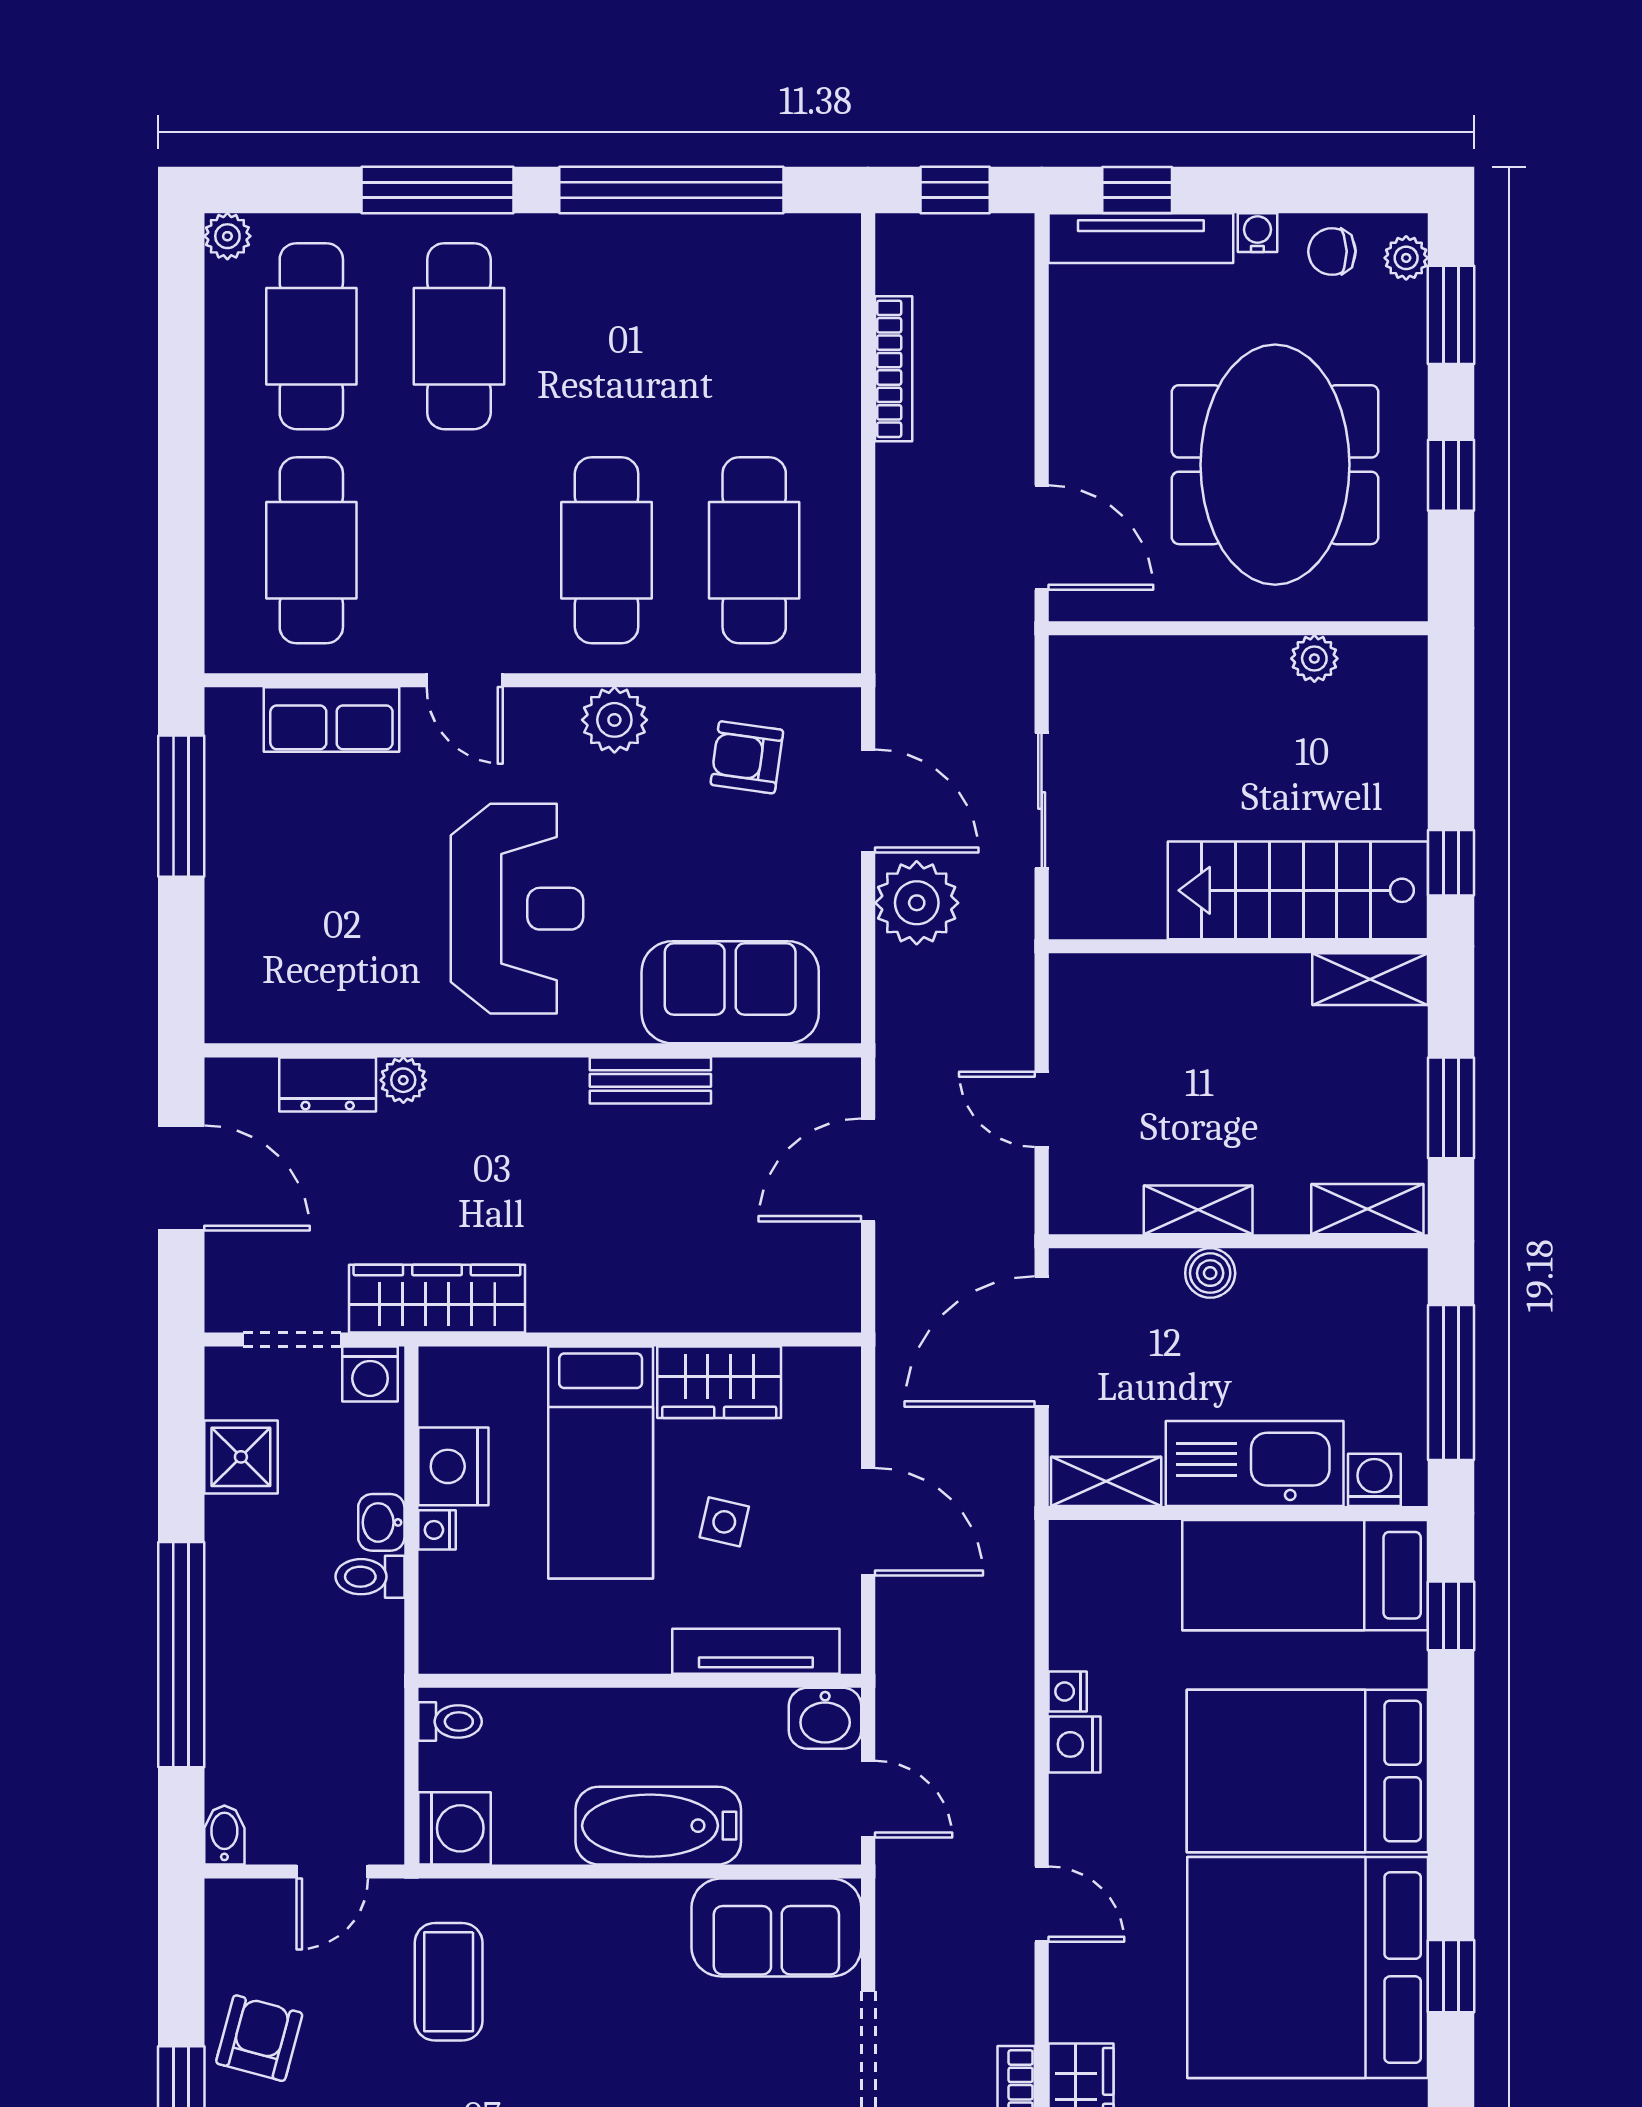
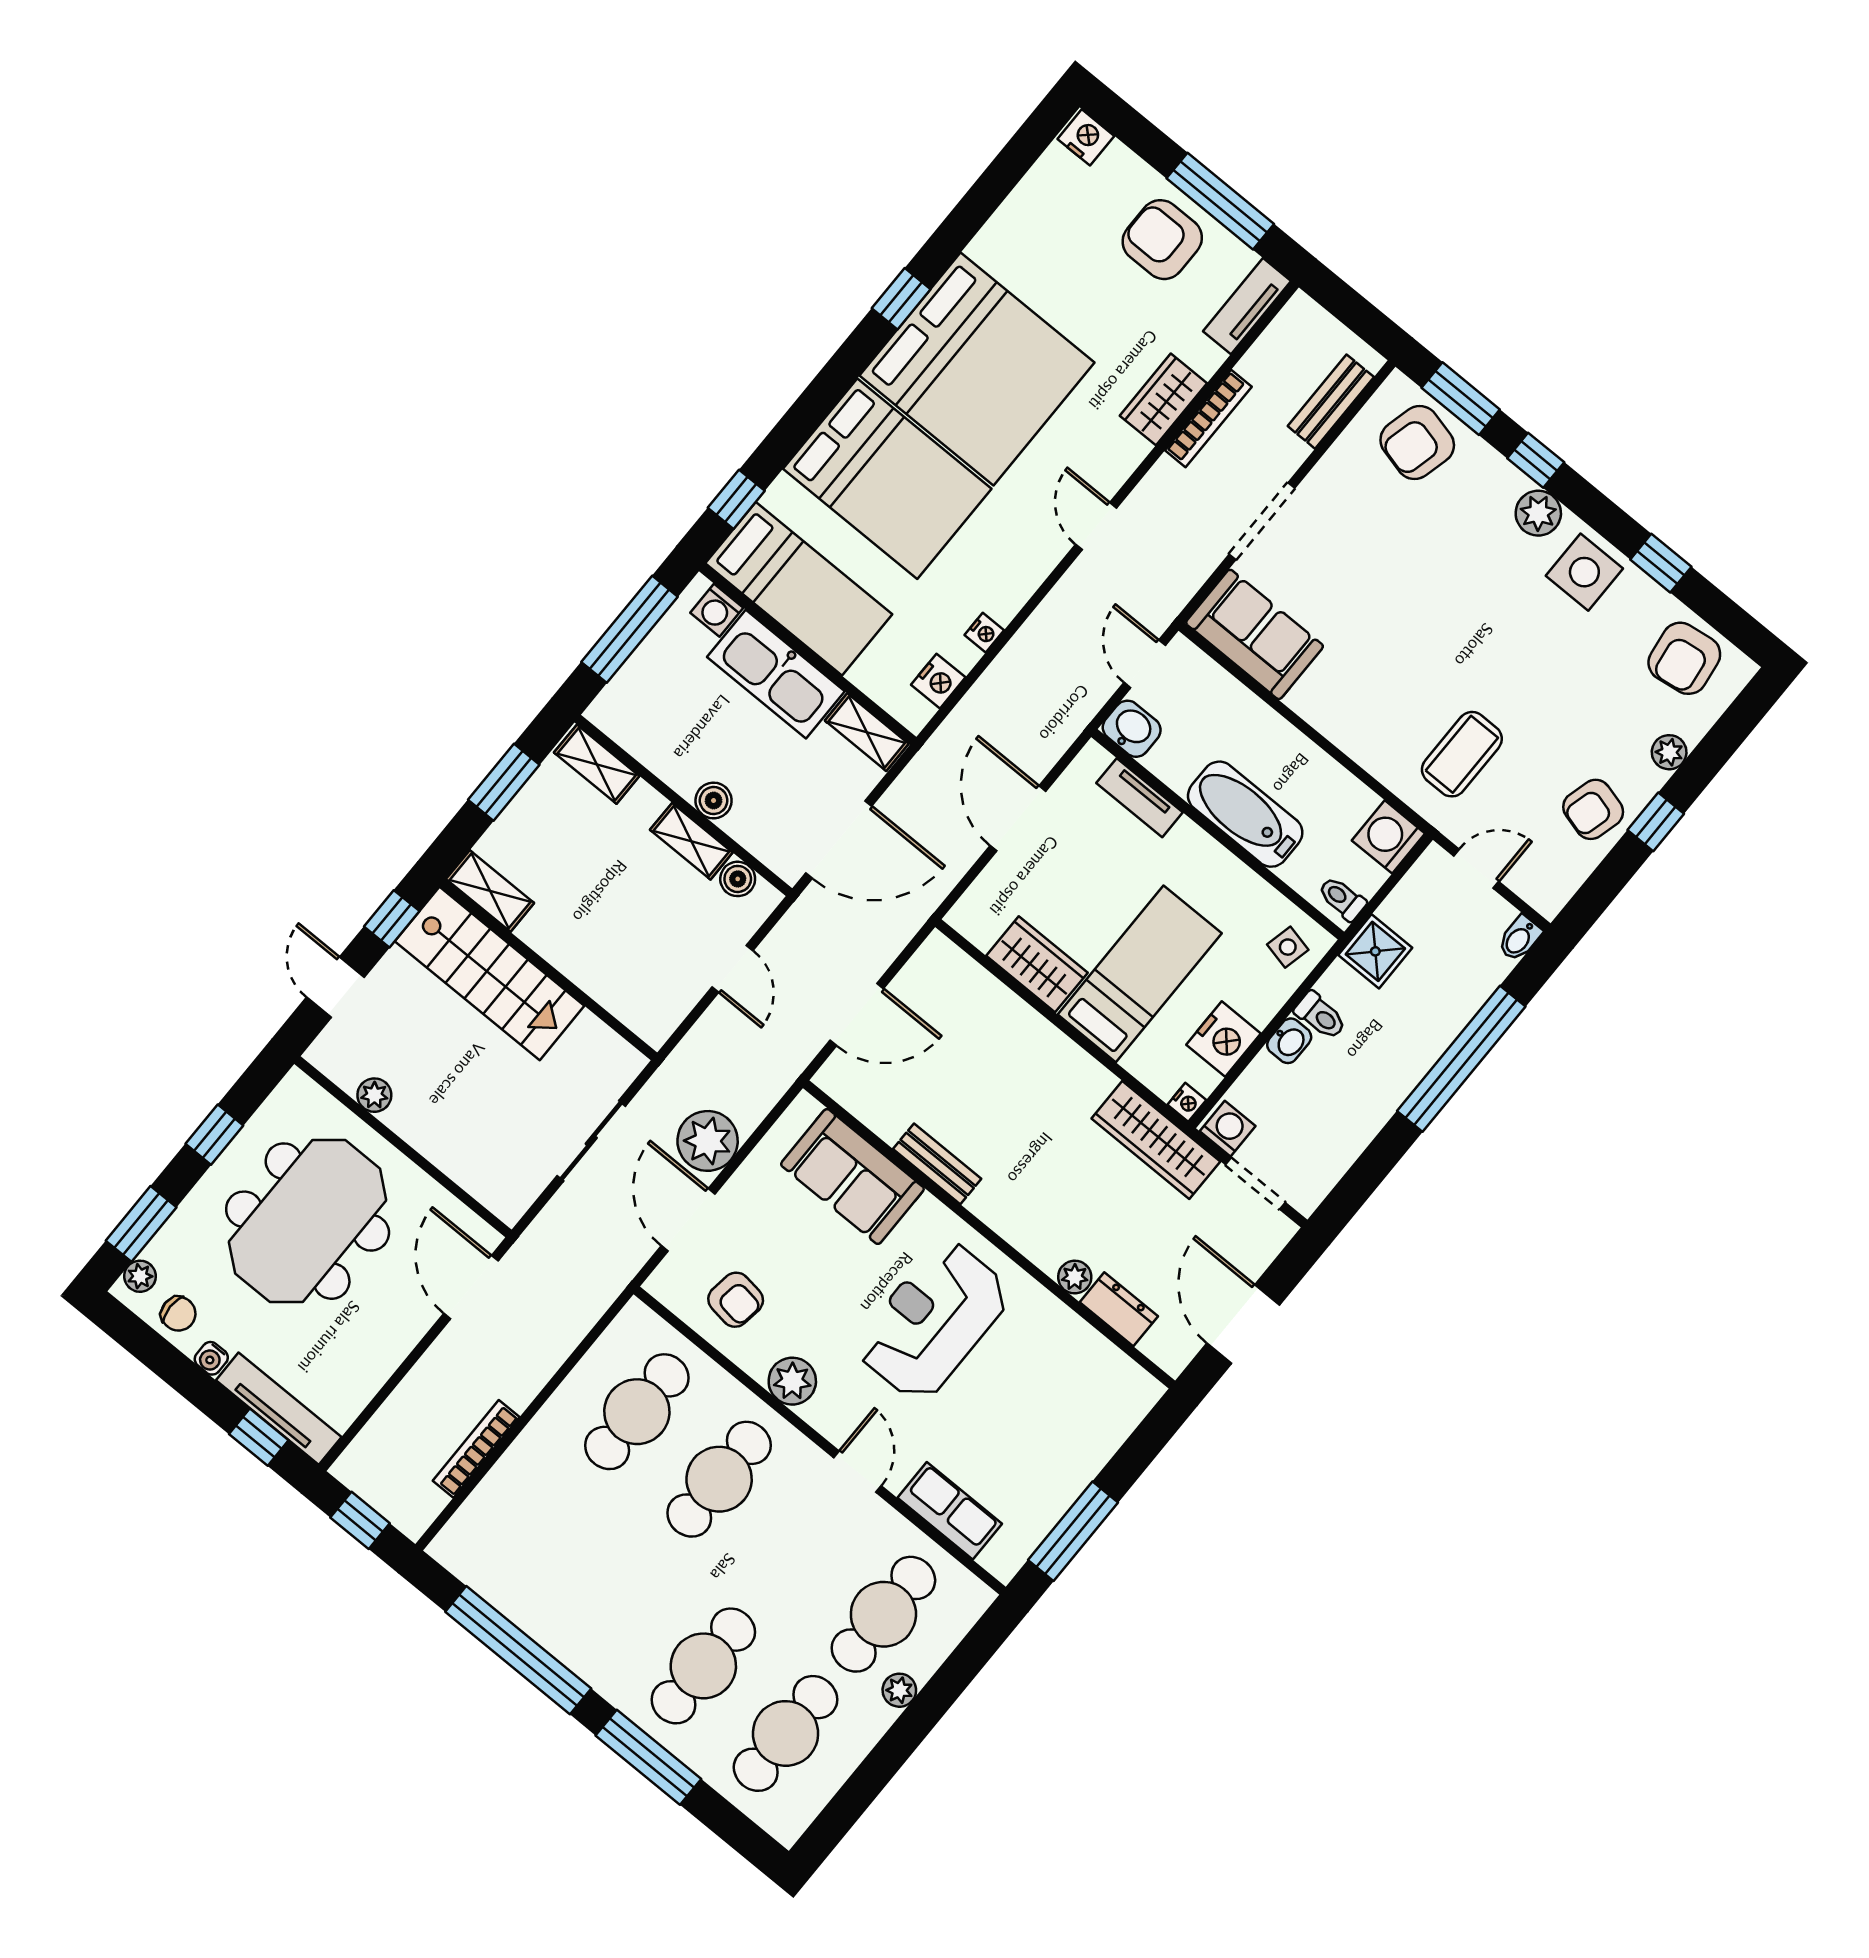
plant: (227, 236) -> (899, 1690), moved
door: (1451, 740) -> (335, 987), added
boiler: (1115, 1210) -> (738, 879), added
shower: (241, 1457) -> (1375, 951), moved
side table: (724, 1522) -> (1288, 947), moved
nightstand: (437, 1530) -> (1187, 1102), moved
tv unit: (756, 1651) -> (1139, 798), width x0.71
nightstand: (1074, 1744) -> (938, 681), moved
bathtub: (658, 1826) -> (1245, 814), moved, turned 180

